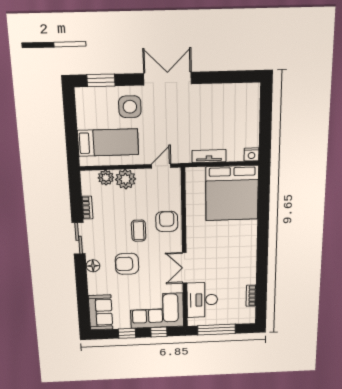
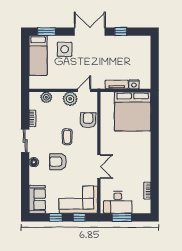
window: (215, 77) -> (121, 32), added
bed: (108, 143) -> (38, 56), moved, turned 90
nightstand: (252, 154) -> (134, 84), moved
plant: (125, 179) -> (70, 99), moved
armchair: (167, 221) -> (88, 120), moved
double door: (185, 268) -> (99, 166), swing flipped
desk: (202, 300) -> (118, 202), moved, turned -90
window: (217, 330) -> (122, 217), width x0.69

